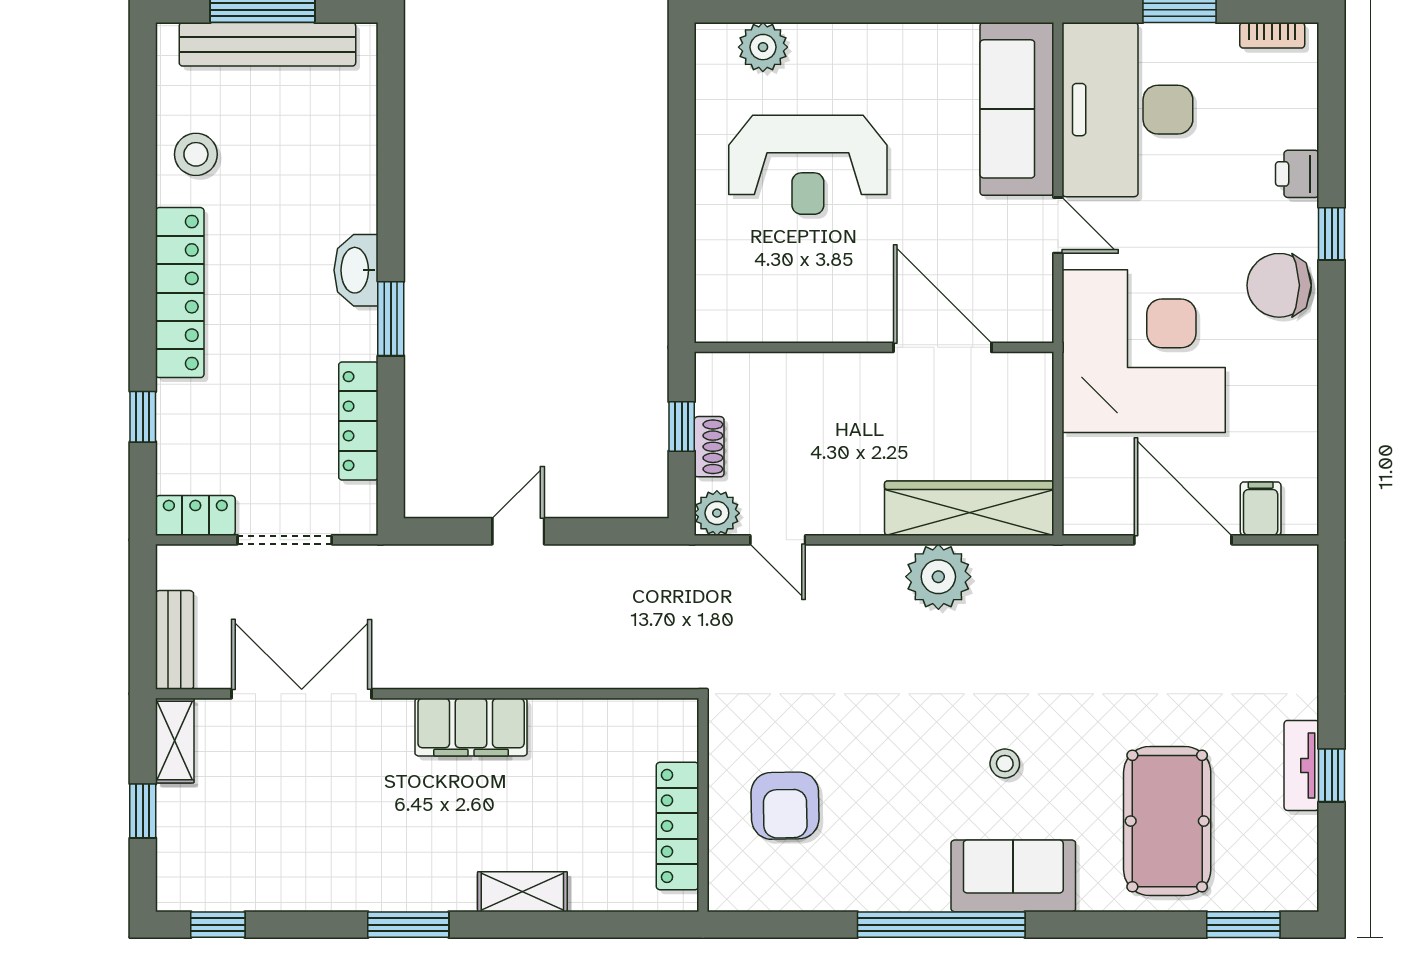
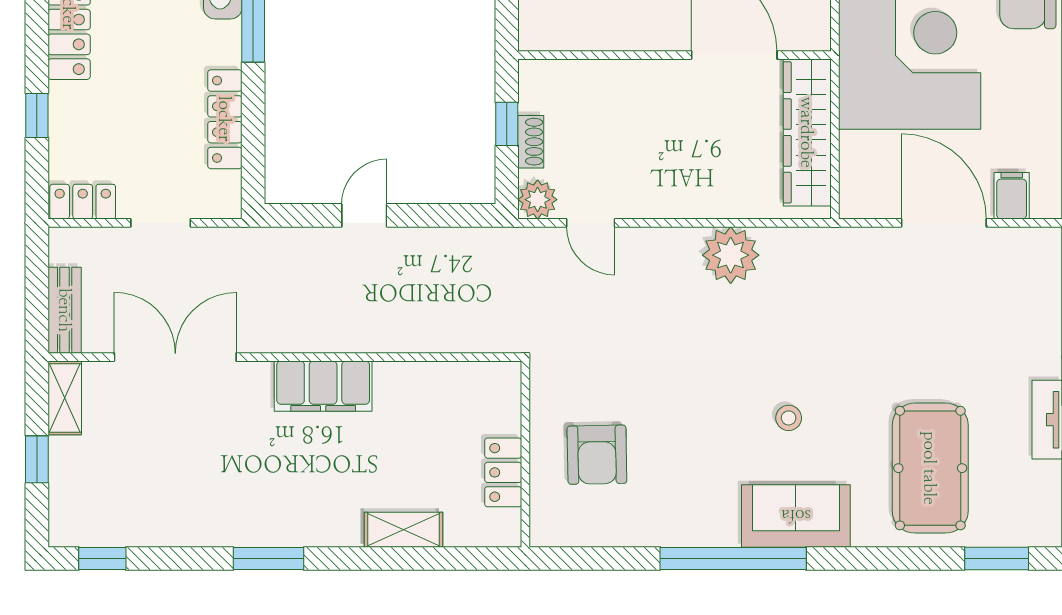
wardrobe: (969, 508) -> (807, 132), moved, turned -90
doorway: (285, 540) -> (161, 223), width x0.73
locker: (678, 826) -> (503, 472), width x0.66
shelving: (522, 892) -> (403, 530), moved

